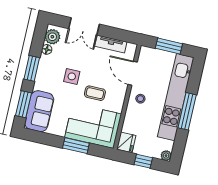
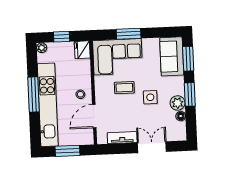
plant: (52, 37) -> (178, 103), moved
door: (133, 73) -> (94, 116), swing flipped

